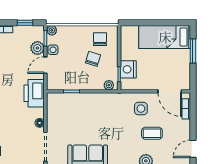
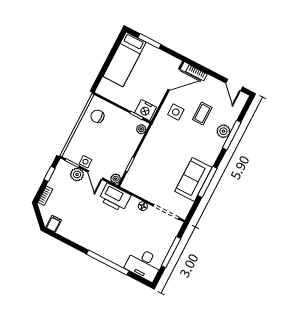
plant: (52, 30) -> (116, 179), moved
chair: (93, 59) -> (111, 131), removed
nightstand: (128, 69) -> (145, 110), moved

